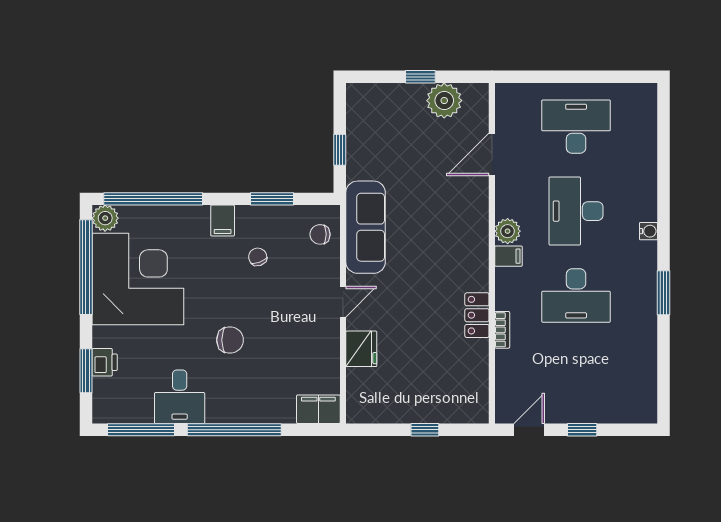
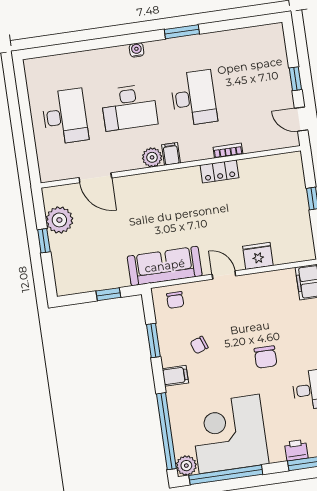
desk: (576, 127) -> (65, 117), turned 180
chair: (230, 340) -> (266, 357), turned 180

